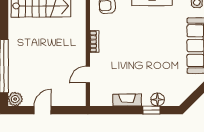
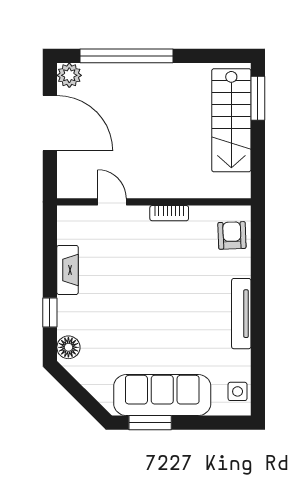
floor lamp: (158, 99) -> (68, 347), moved
door: (43, 110) -> (50, 123), width x1.87

